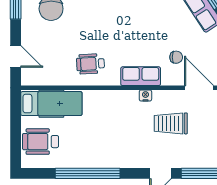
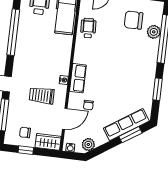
wheelchair: (90, 64) -> (88, 28), moved
trolley: (171, 123) -> (42, 96), turned -90

